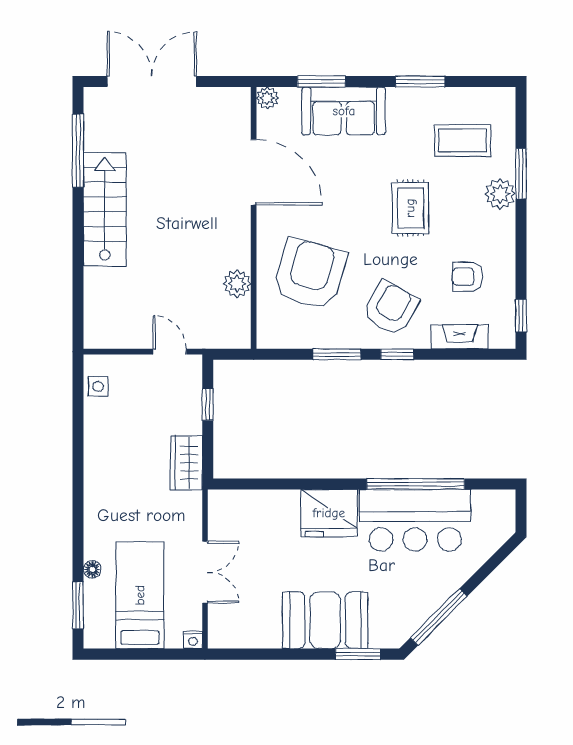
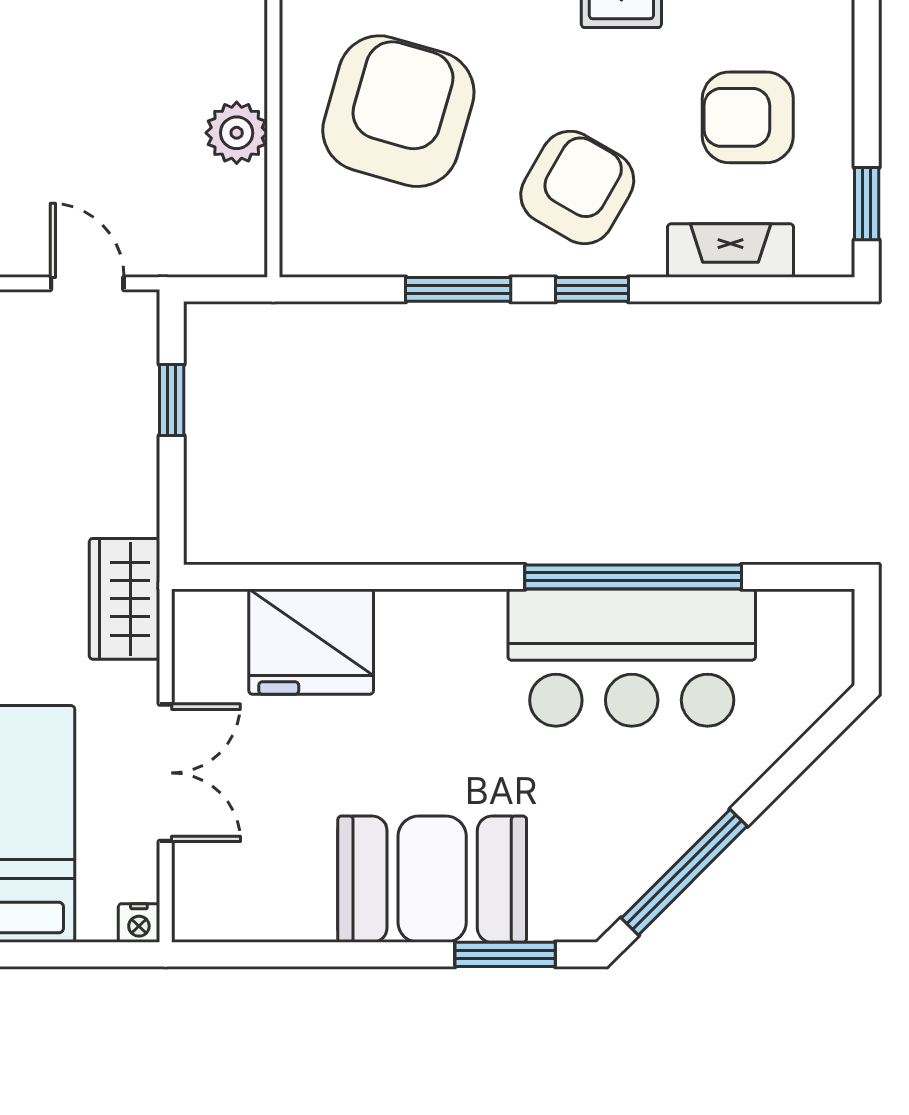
armchair: (467, 277) -> (748, 117), width x1.38, depth x1.38
wardrobe: (186, 463) -> (124, 599), moved
fridge: (329, 513) -> (311, 642), moved

